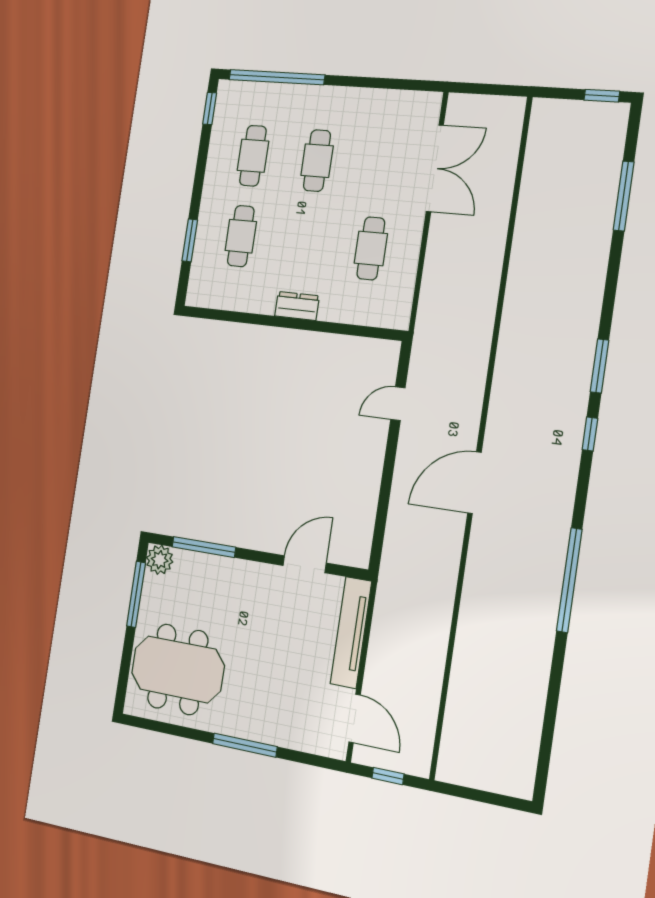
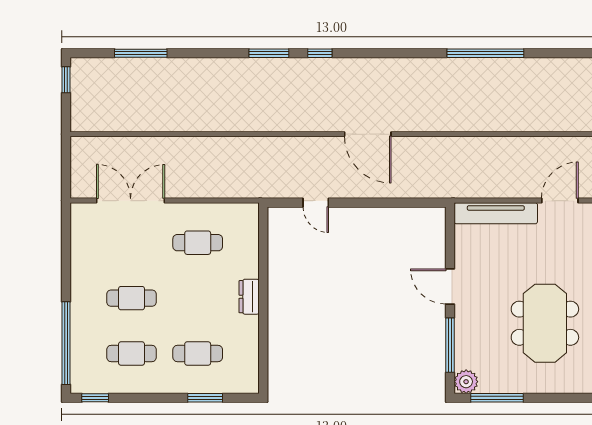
door: (304, 564) -> (450, 287), moved
window: (569, 580) -> (485, 53), moved
meeting table: (178, 669) -> (545, 323), moved

